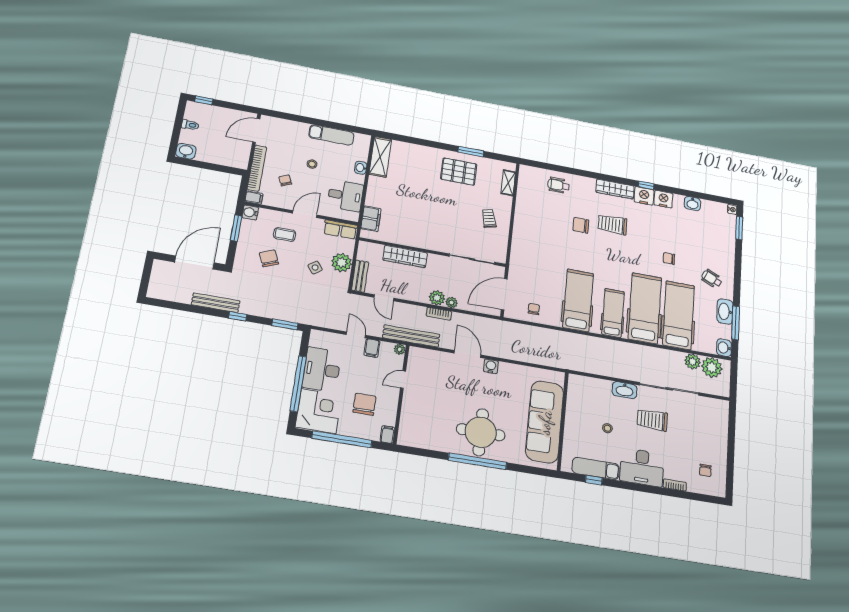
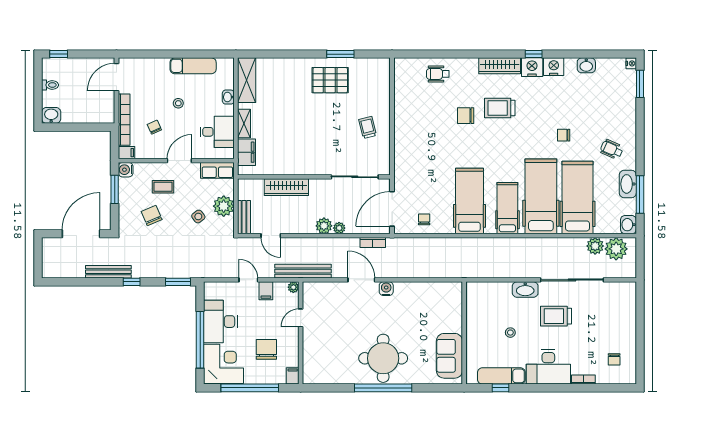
shelving: (508, 183) -> (244, 123), moved
bookcase: (439, 314) -> (373, 243), moved
sofa: (545, 422) -> (449, 356), width x0.54, depth x0.79

